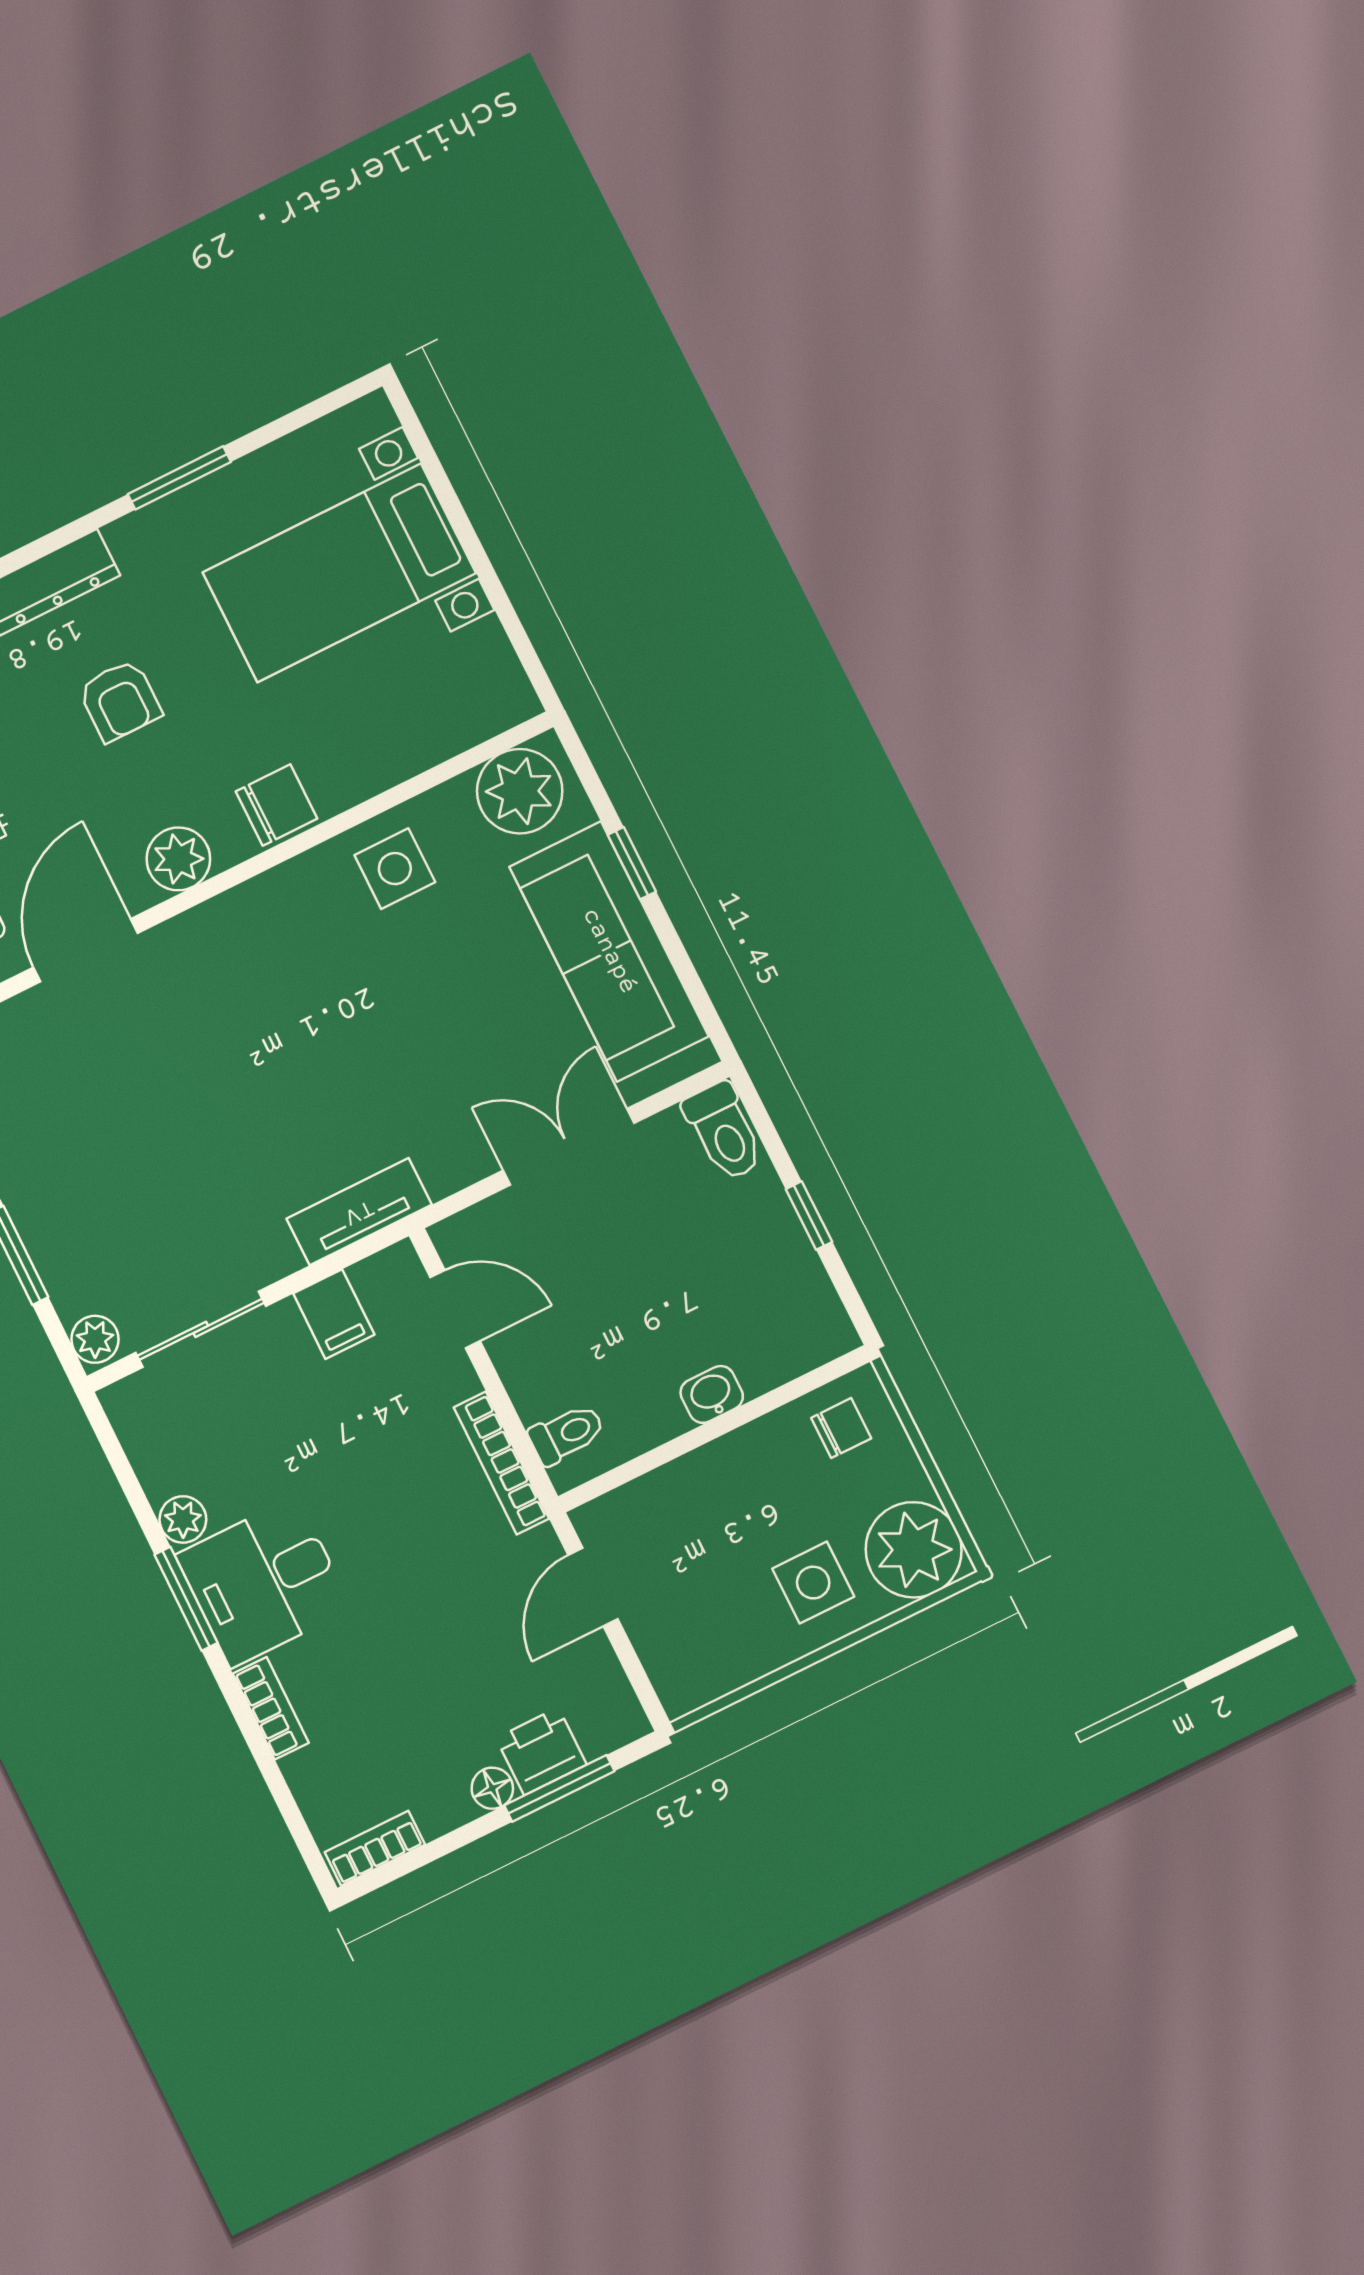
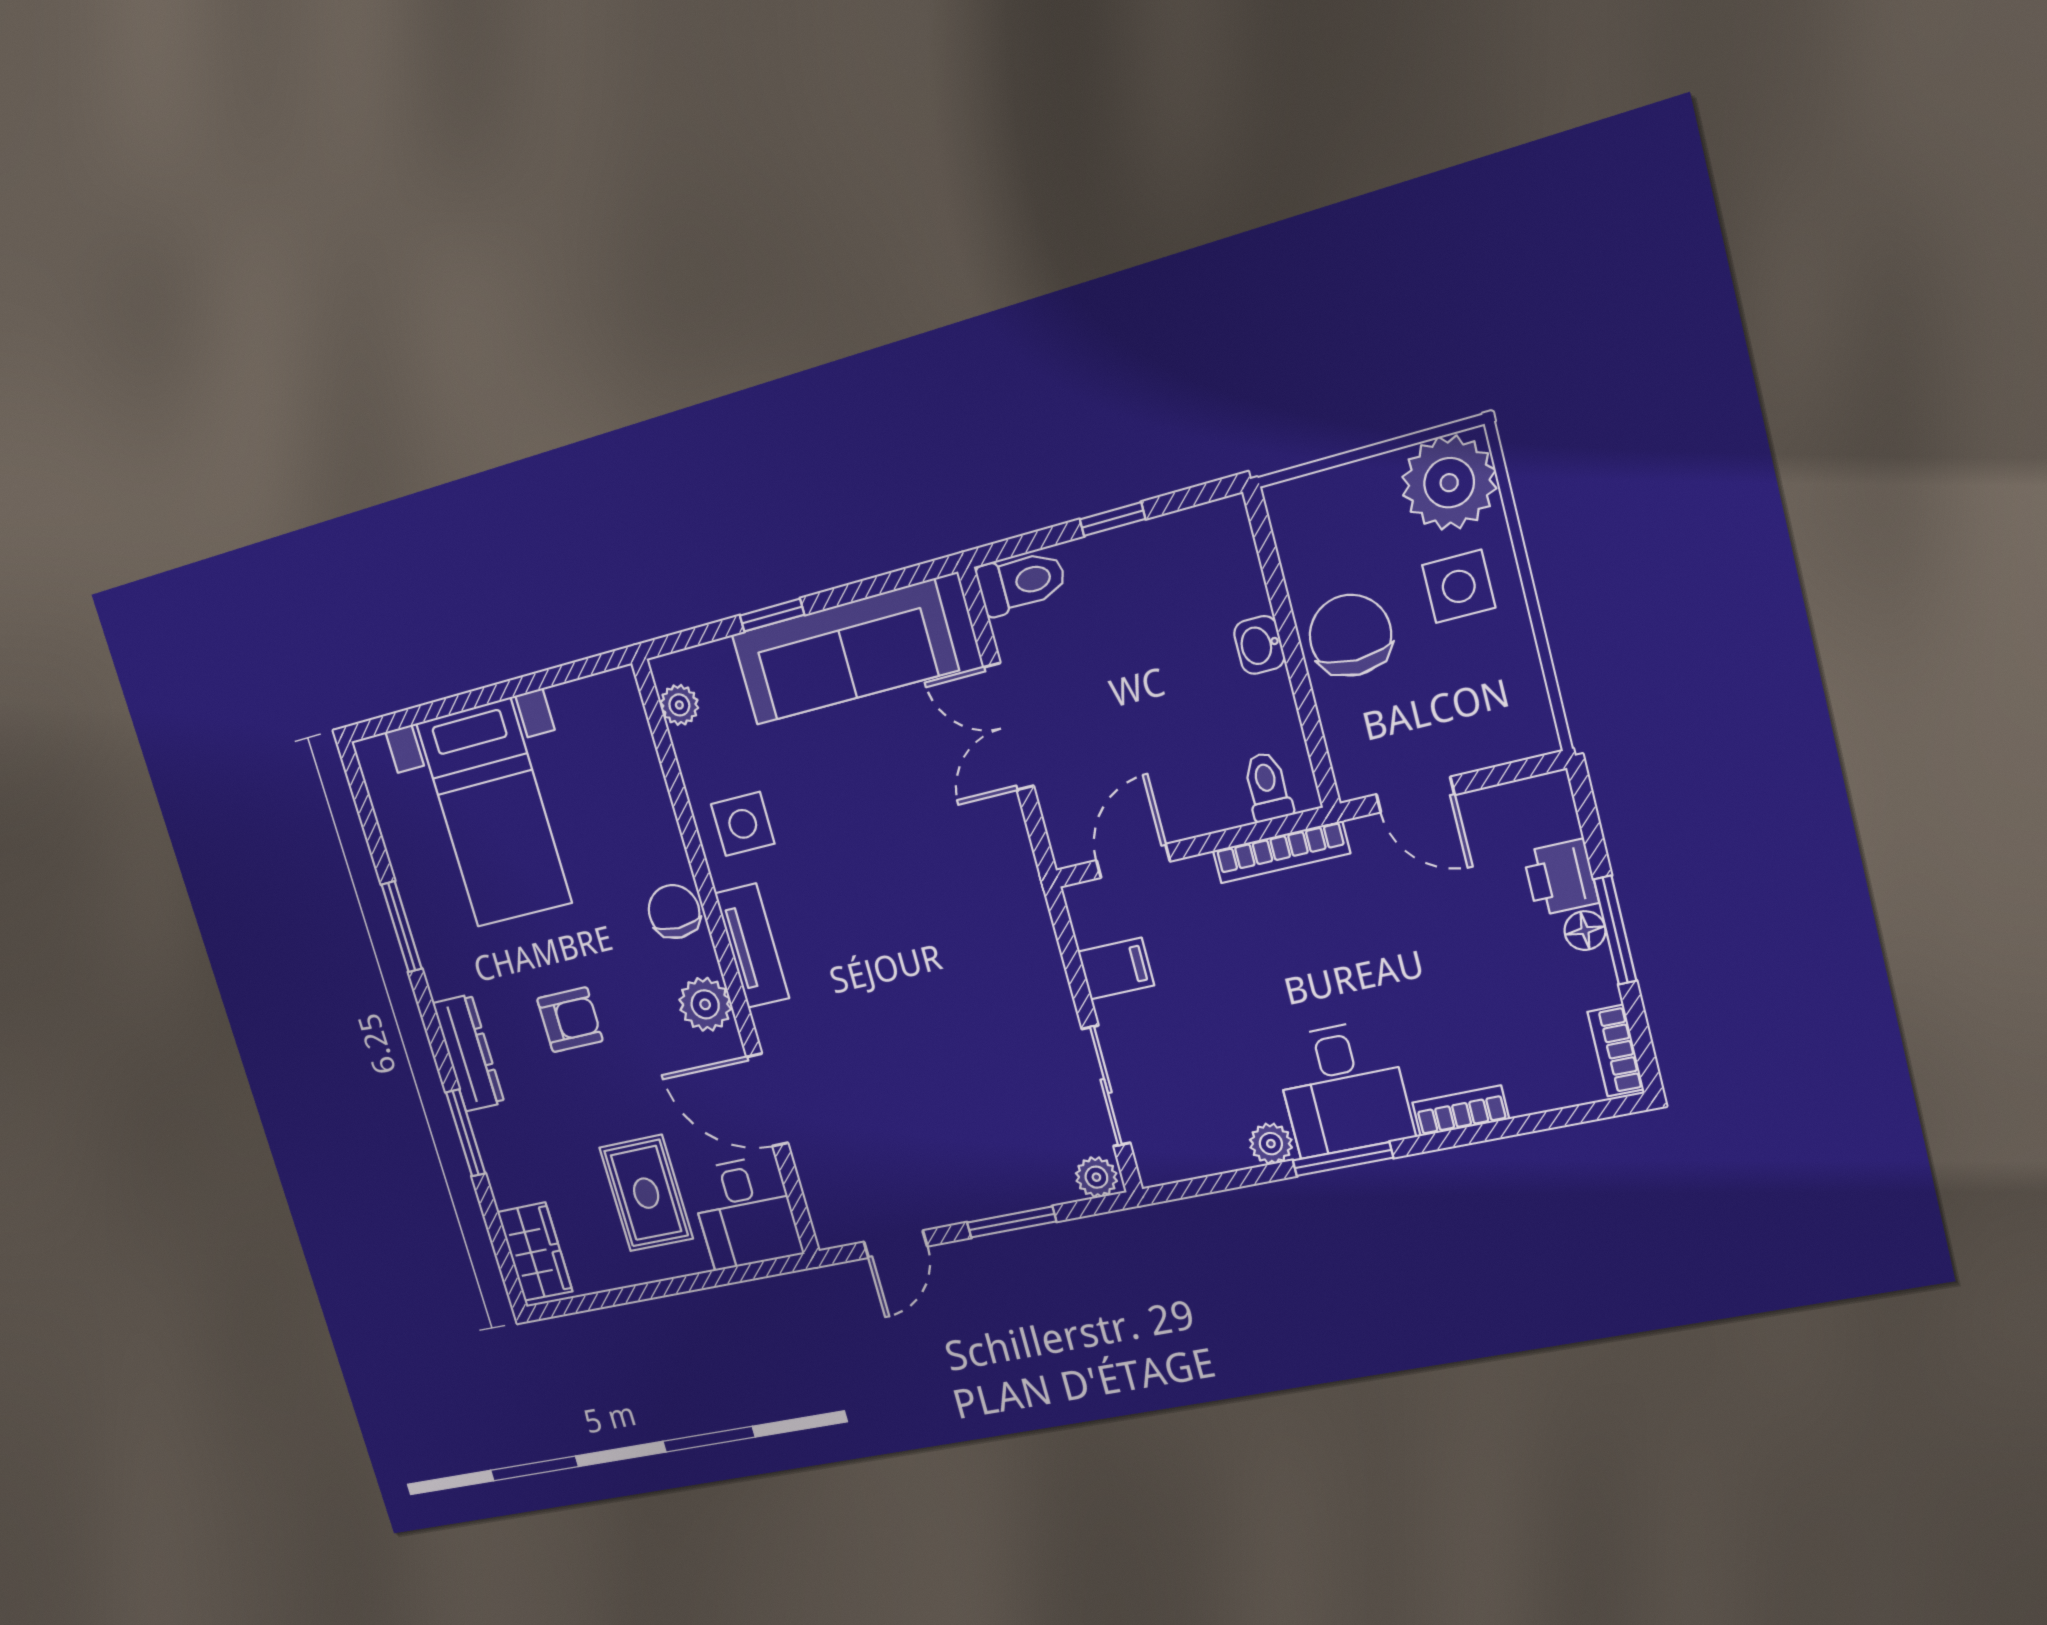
plant: (520, 791) -> (679, 705), width x0.53, depth x0.53
tv unit: (359, 1212) -> (752, 946), moved, turned 180
chair: (841, 1428) -> (1350, 635), moved, width x1.87, depth x1.87
window: (559, 1788) -> (1615, 930), moved

